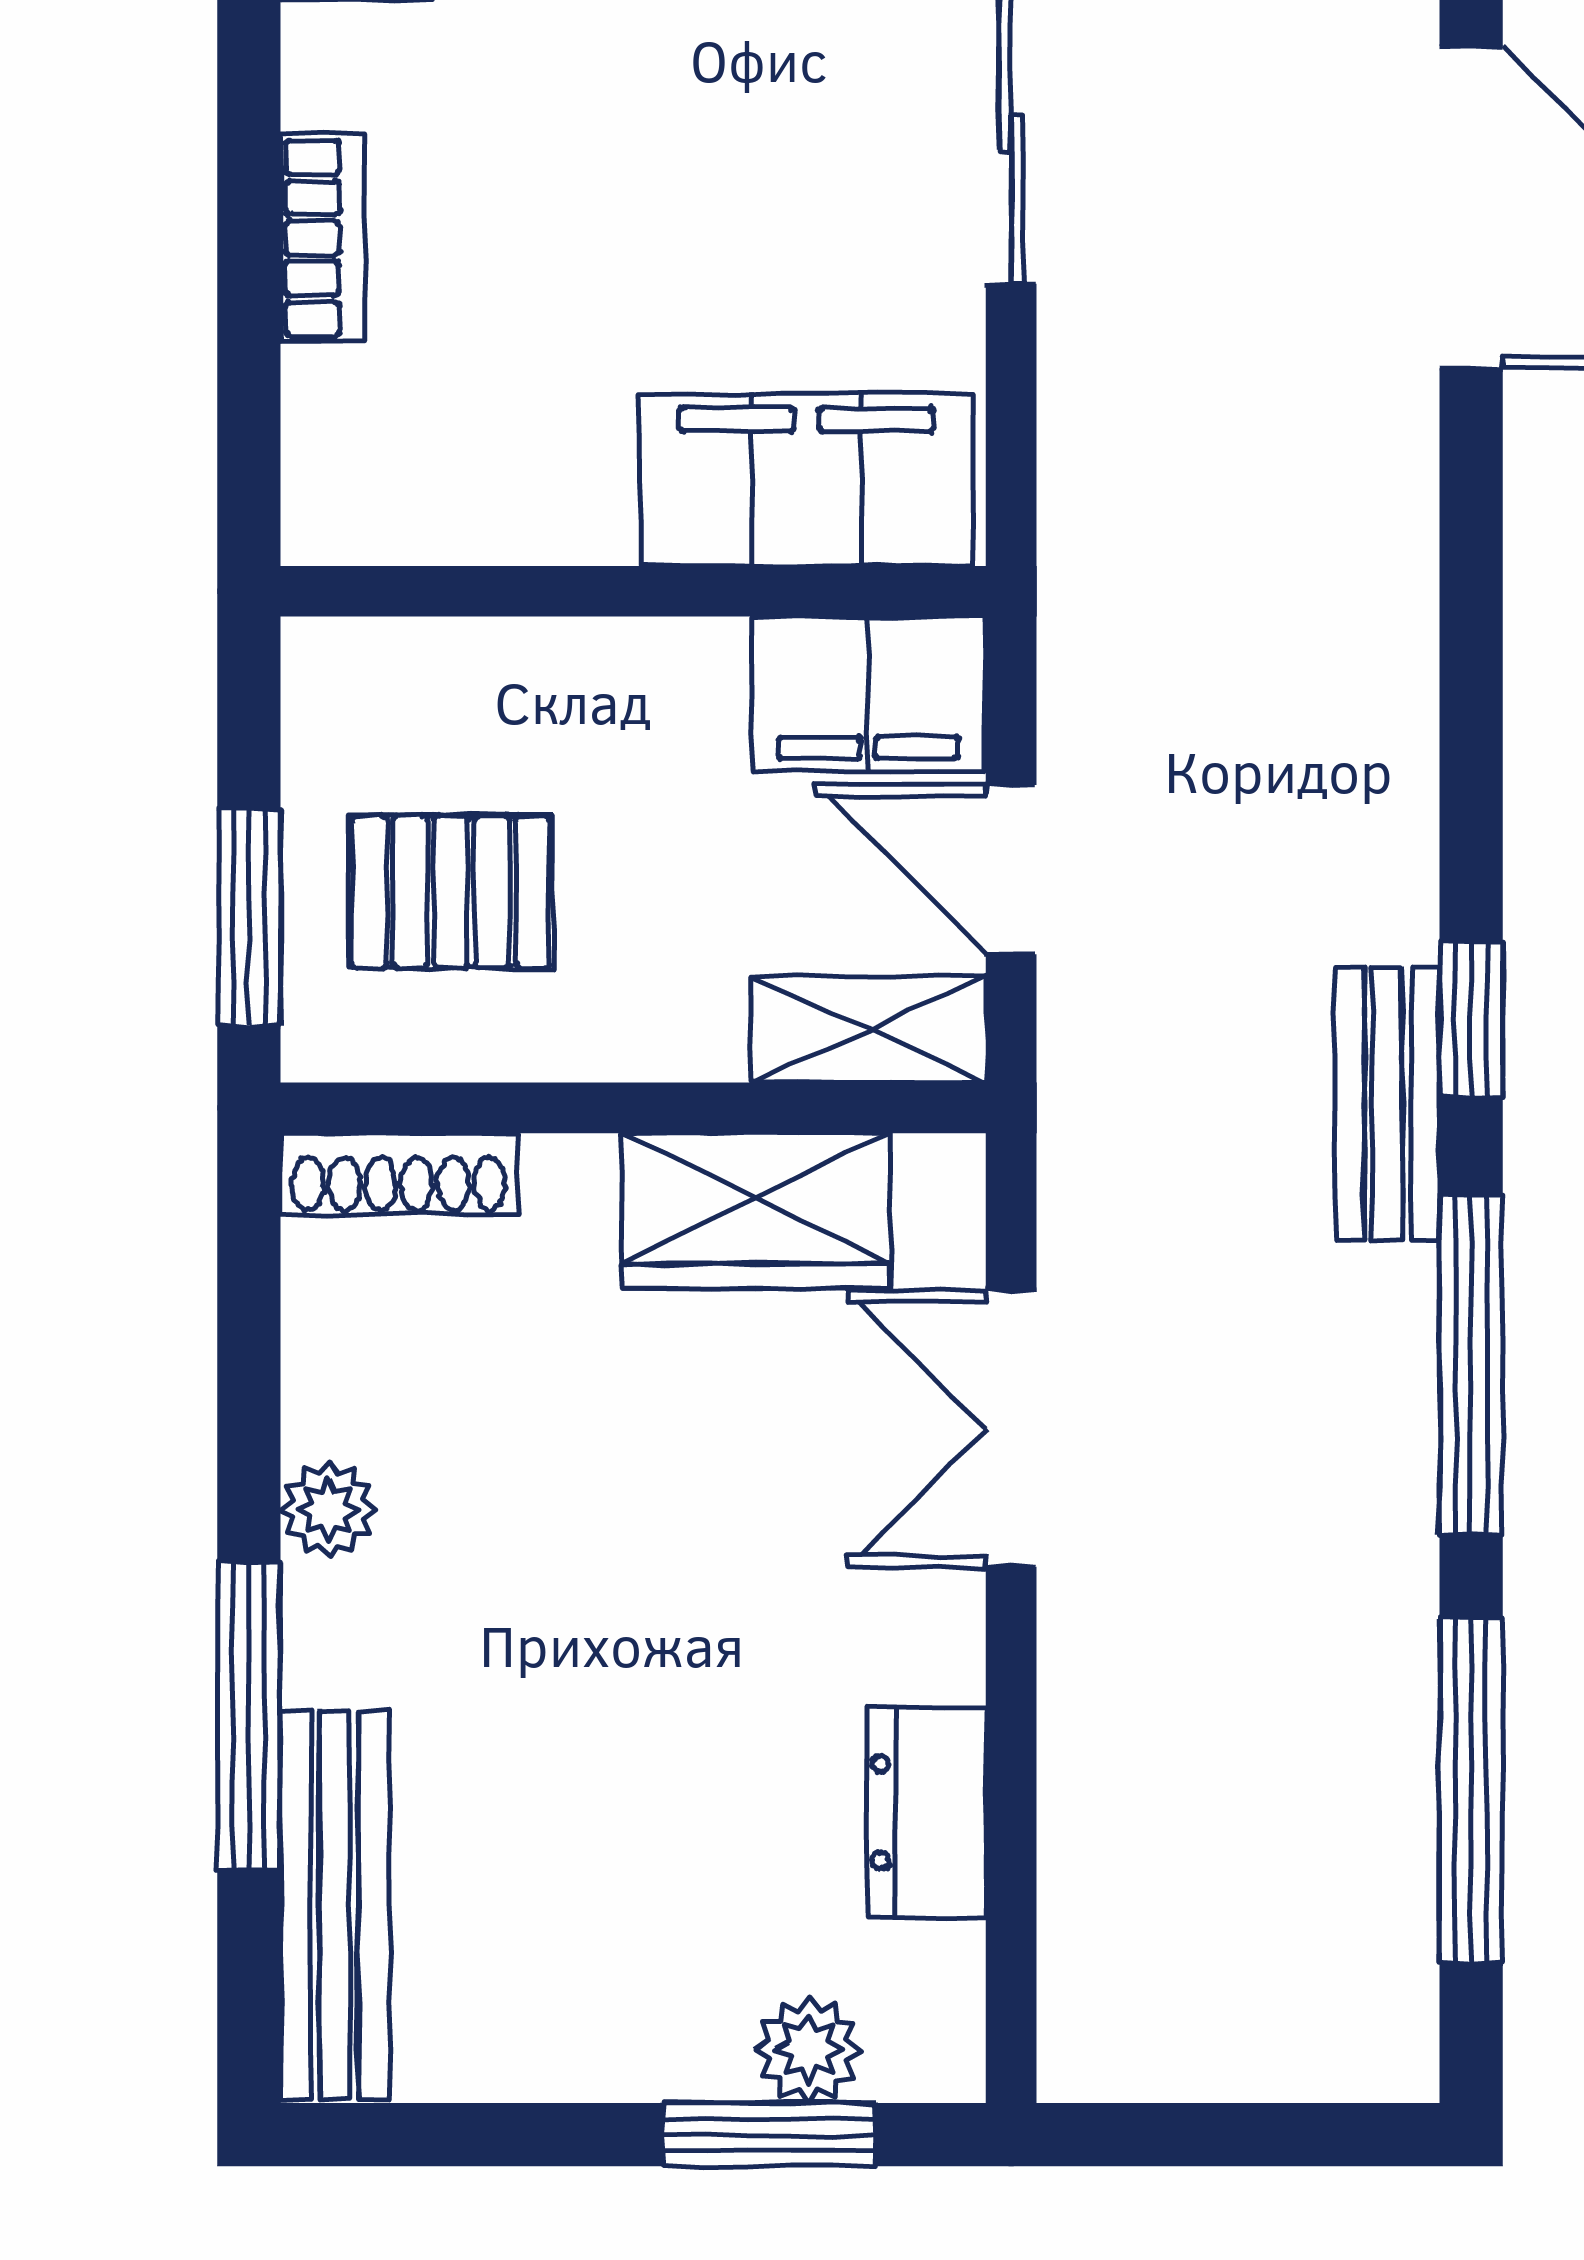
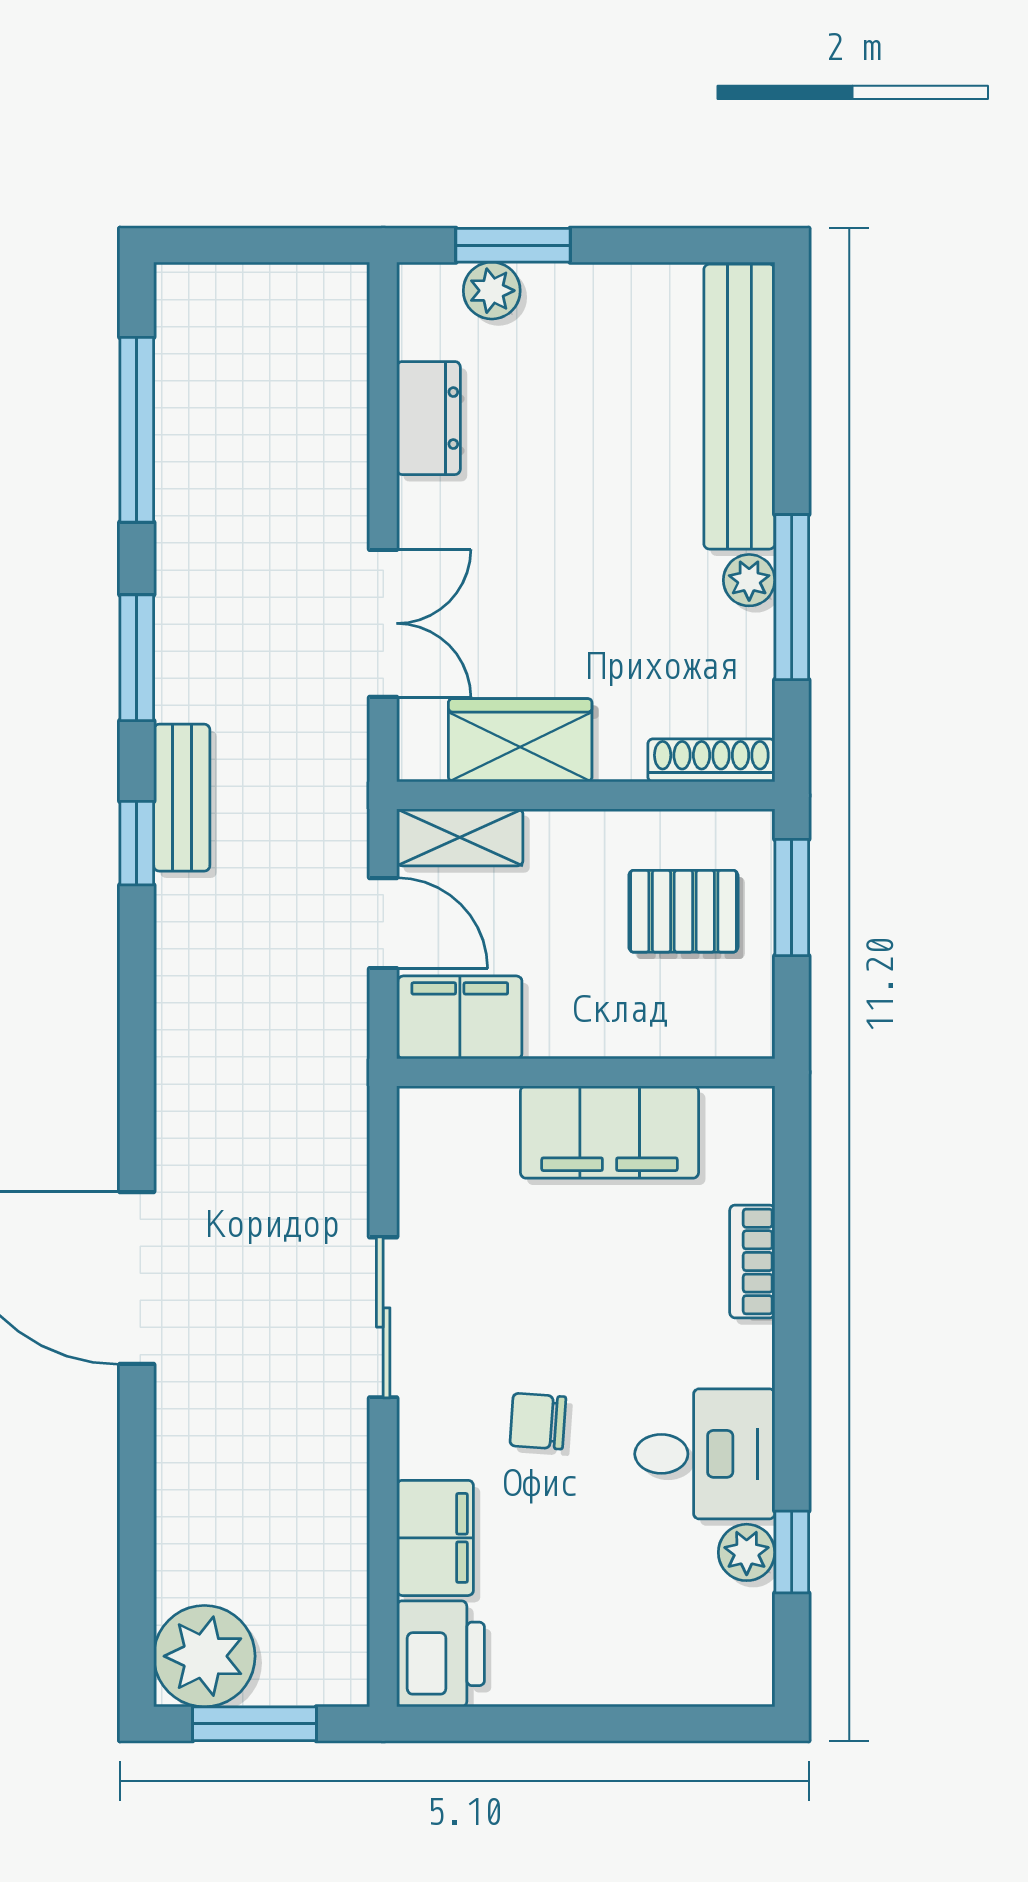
filing cabinet: (806, 480) -> (610, 1132), moved
window: (1471, 1365) -> (137, 658), width x0.69
window: (249, 1717) -> (792, 597), moved
bench: (335, 1905) -> (739, 407), width x1.37, depth x1.21

